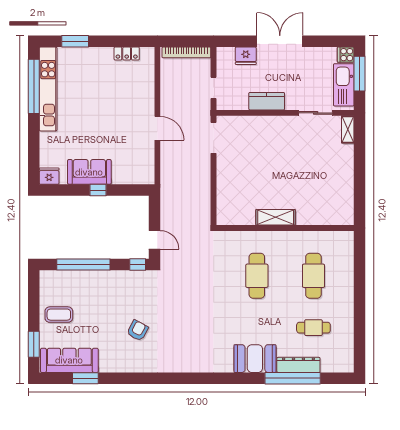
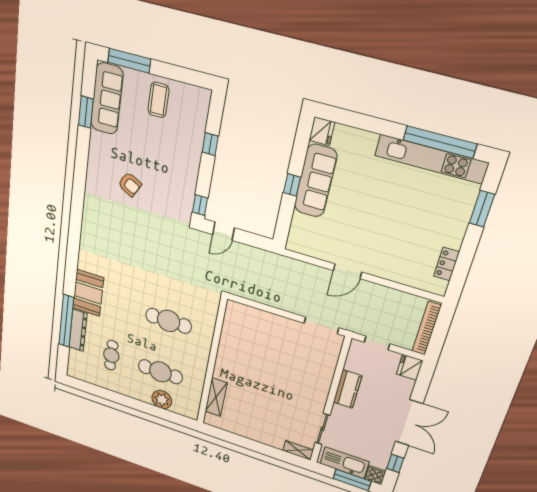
window: (326, 41) -> (395, 463), added
fridge: (246, 56) -> (410, 367), moved
sofa: (89, 172) -> (316, 181), width x1.36
shelving: (276, 217) -> (216, 397), moved
window: (83, 264) -> (210, 144), width x0.32
plant: (344, 270) -> (162, 400), added
window: (34, 344) -> (129, 61), width x1.44

